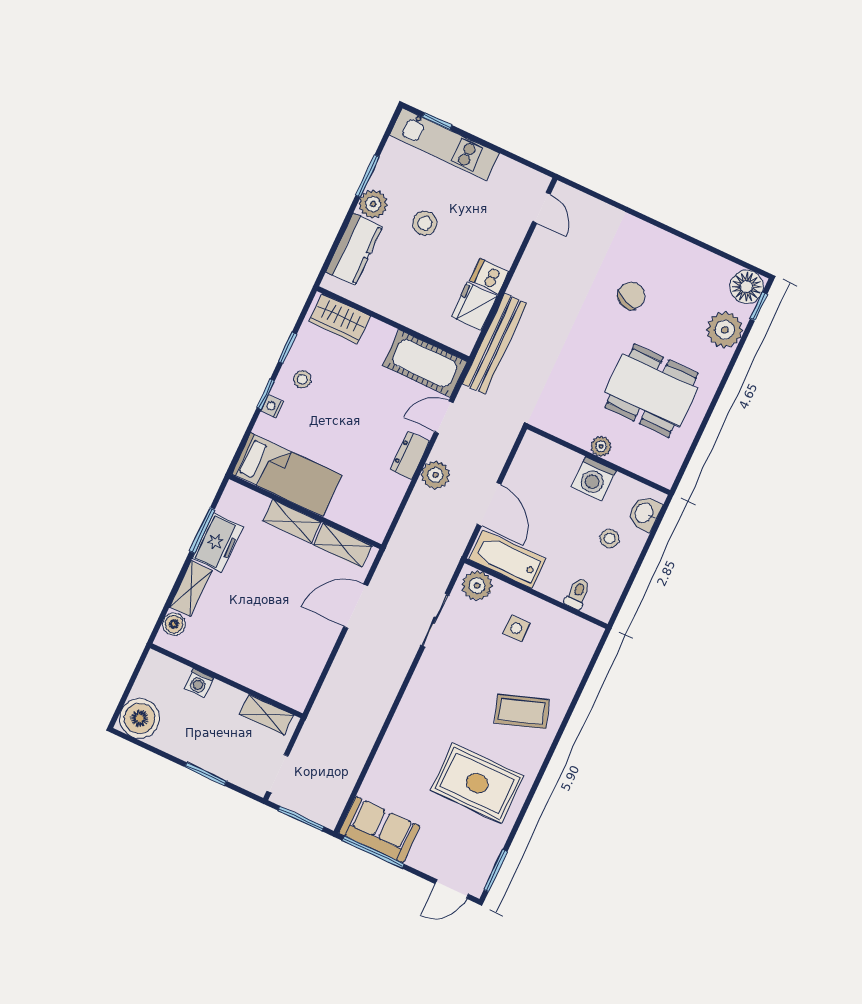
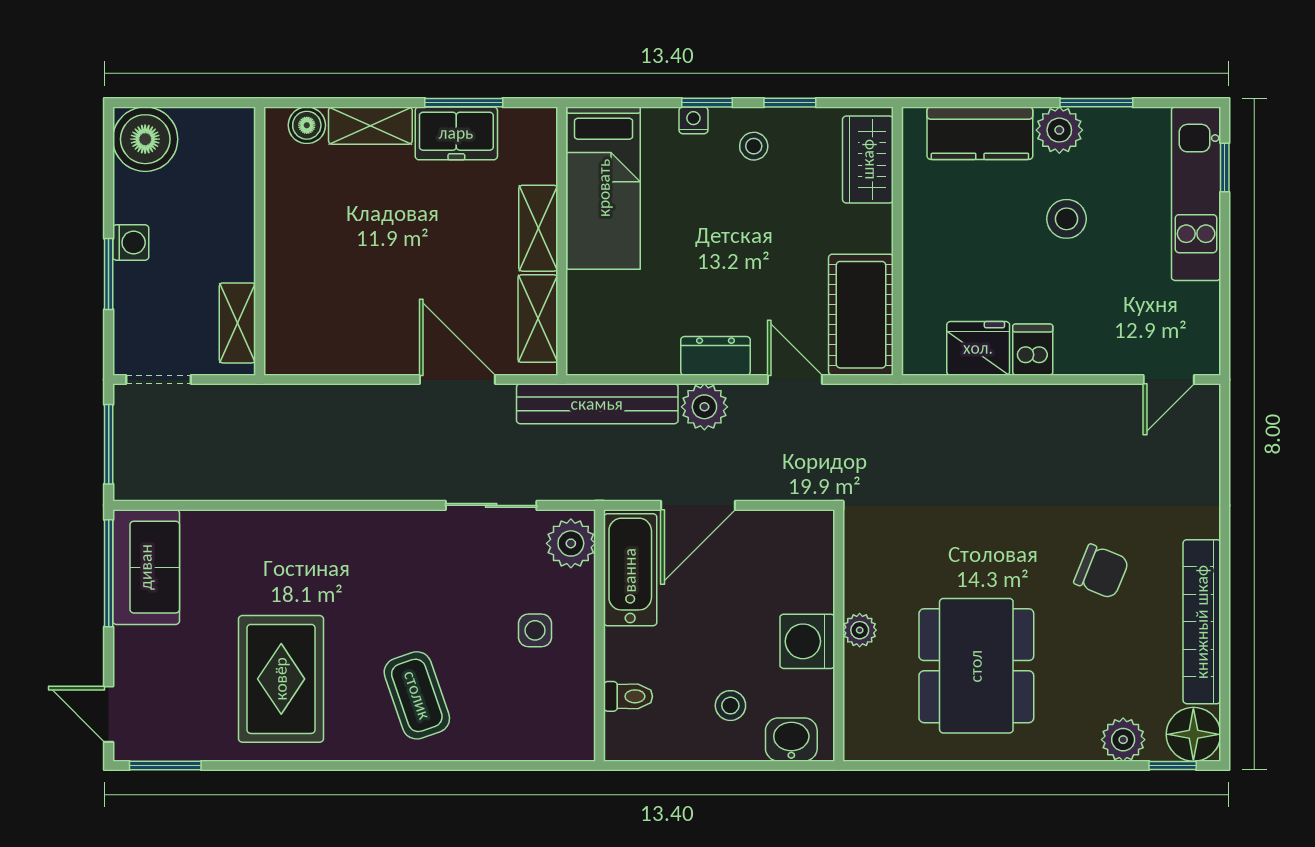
bookcase: (686, 253) -> (1202, 622), added
plant: (725, 330) -> (1123, 740), width x0.73, depth x0.73
bench: (495, 344) -> (597, 404), moved
washing machine: (199, 683) -> (131, 242), moved, turned 180

